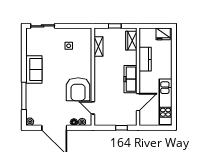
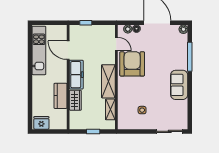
wardrobe: (131, 41) -> (75, 100), moved
shelving: (100, 73) -> (108, 81), added
door: (138, 102) -> (68, 50), hinge flipped

